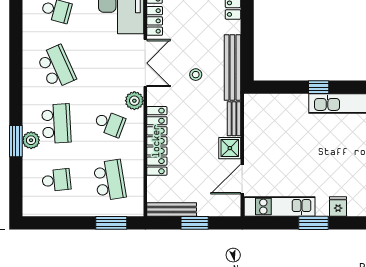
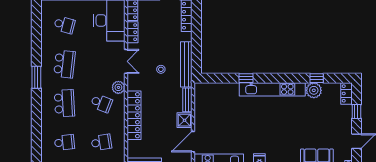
double door: (145, 63) -> (126, 61), width x0.73
school desk: (56, 67) -> (64, 64), turned 30
plant: (31, 140) -> (47, 115), removed
window: (16, 141) -> (36, 77), moved
school desk: (110, 180) -> (101, 142), width x0.54

